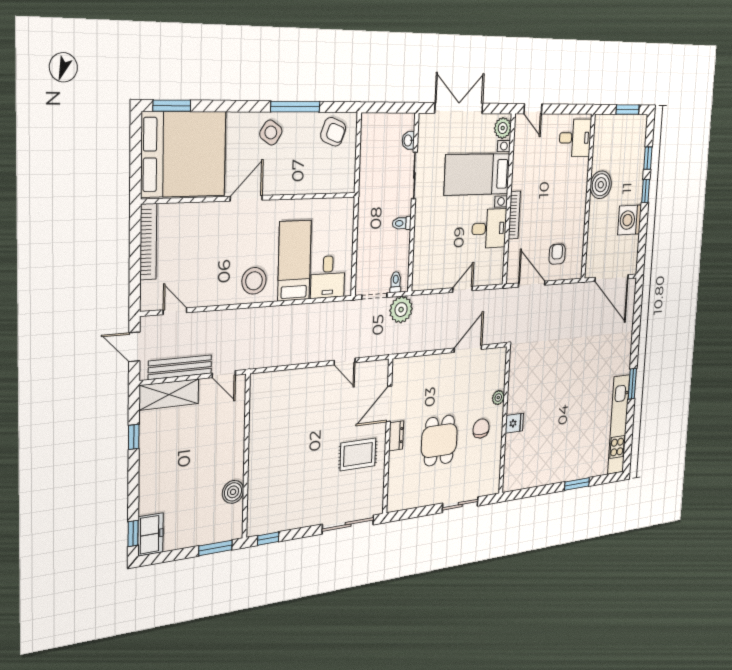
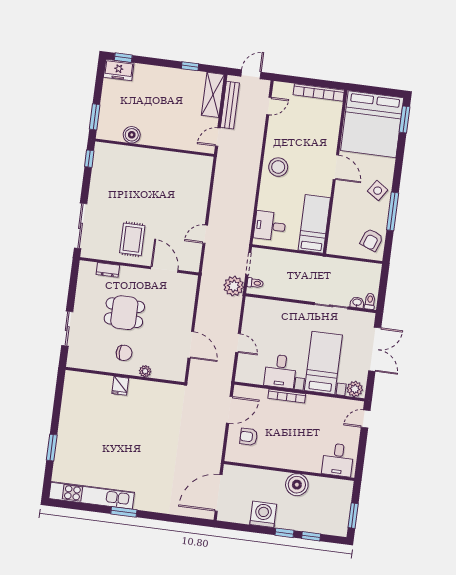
toilet: (402, 223) -> (370, 301), moved
armchair: (557, 254) -> (249, 437), turned 180
bed: (294, 261) -> (314, 224), moved, turned -90
dresser: (396, 436) -> (108, 270), moved

